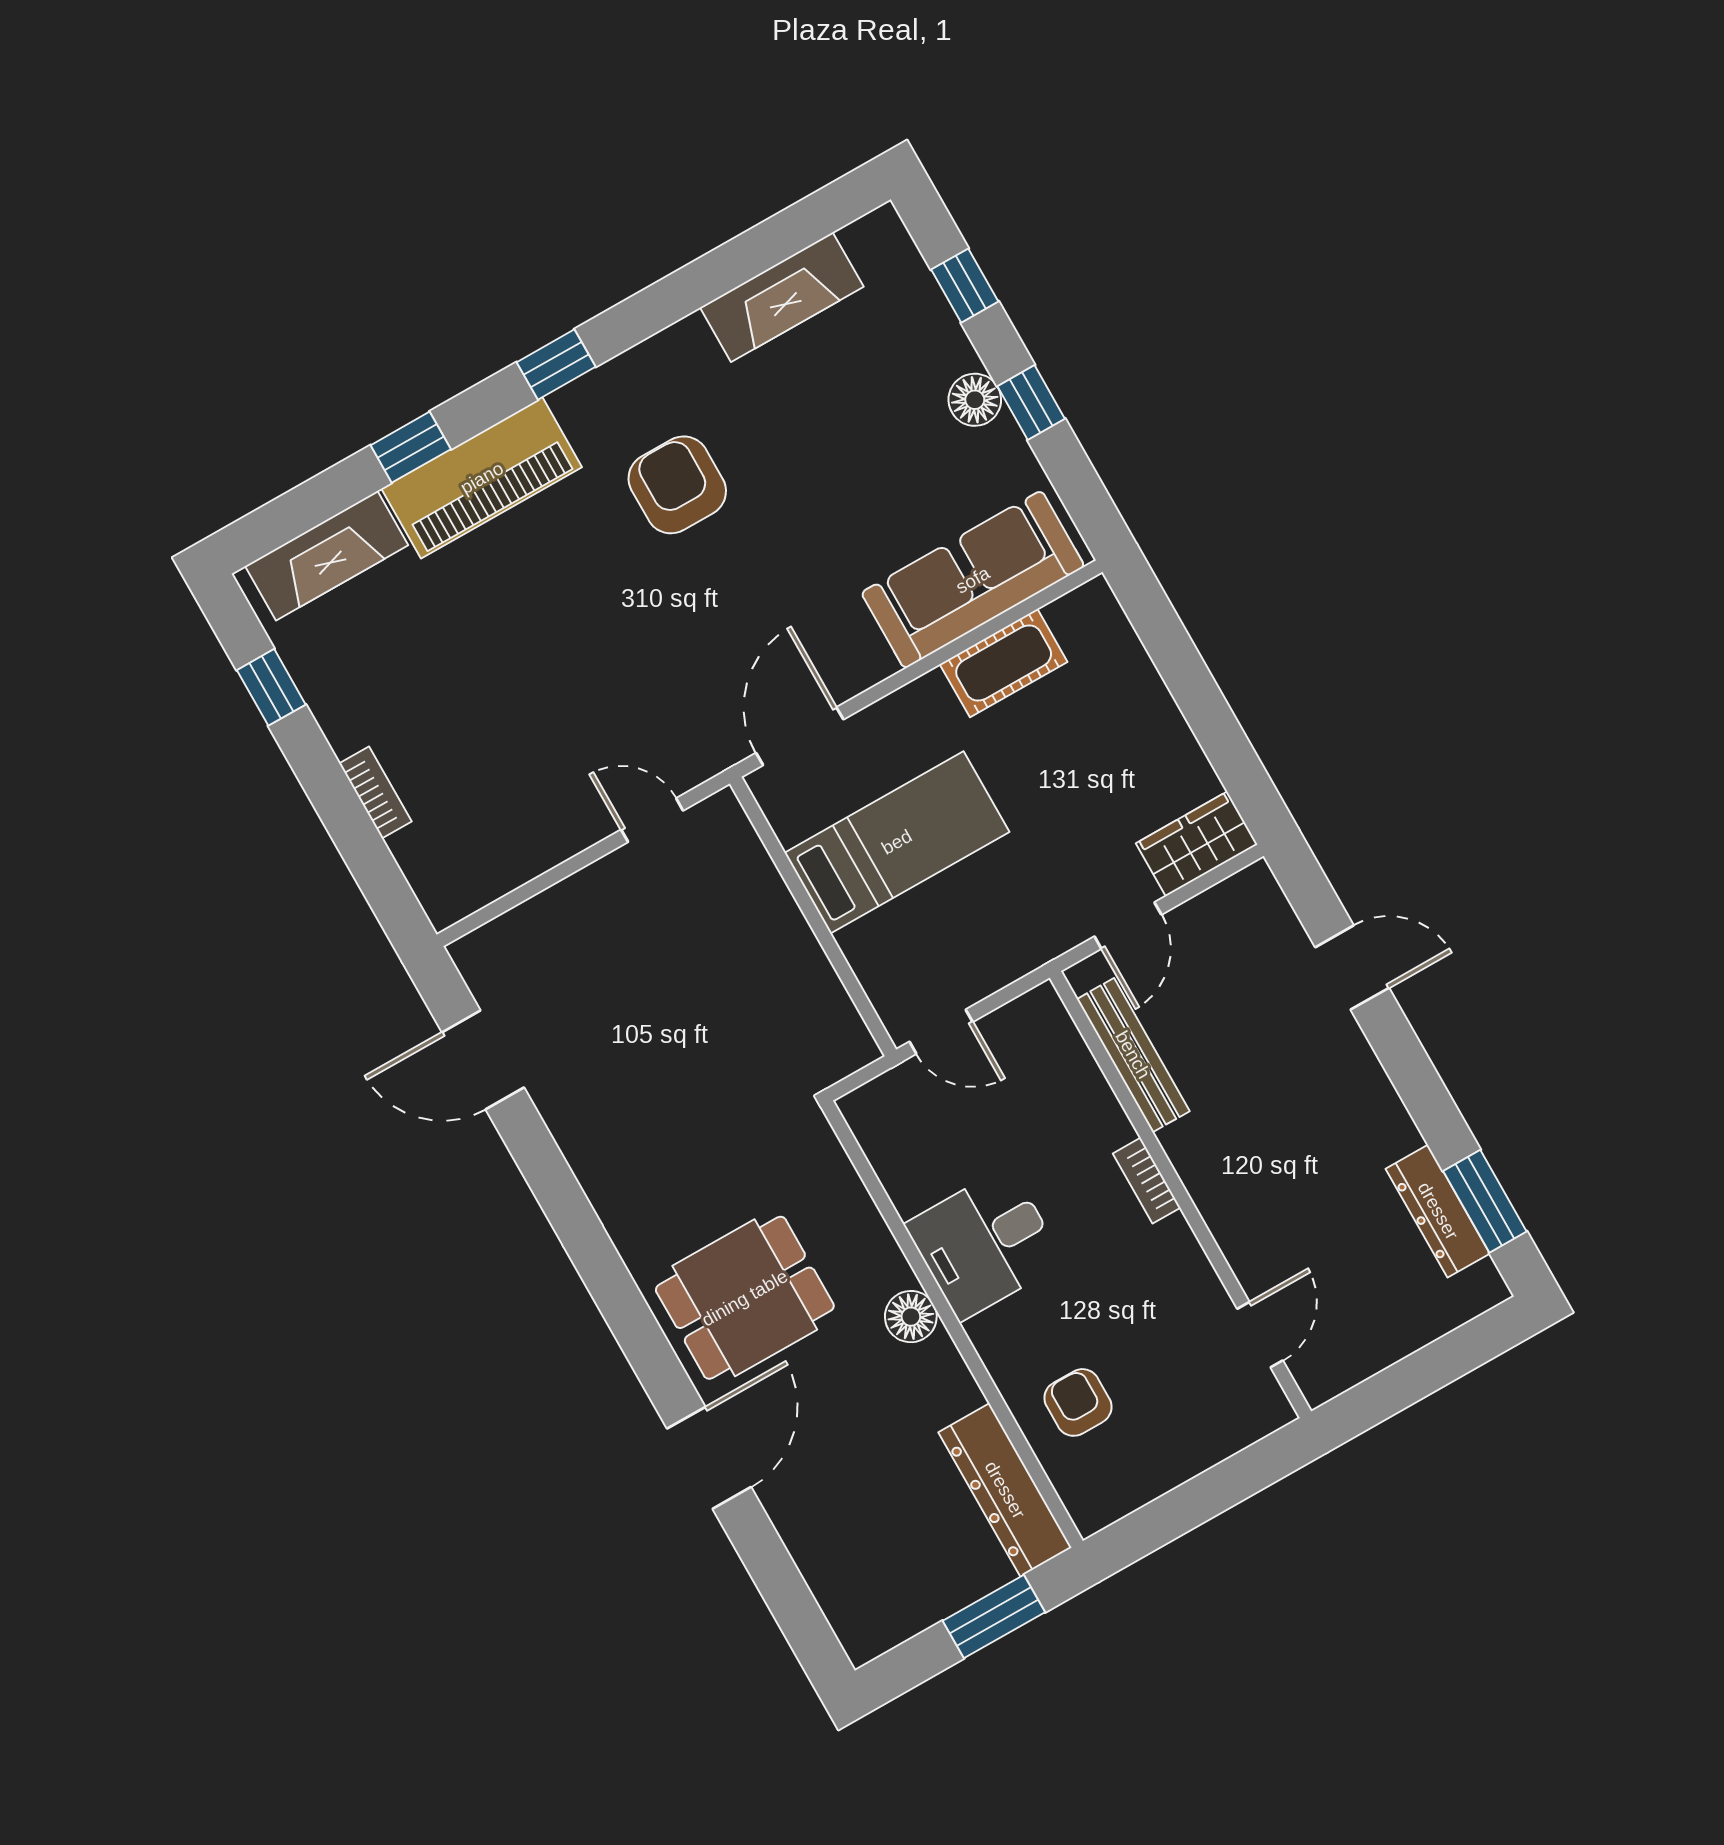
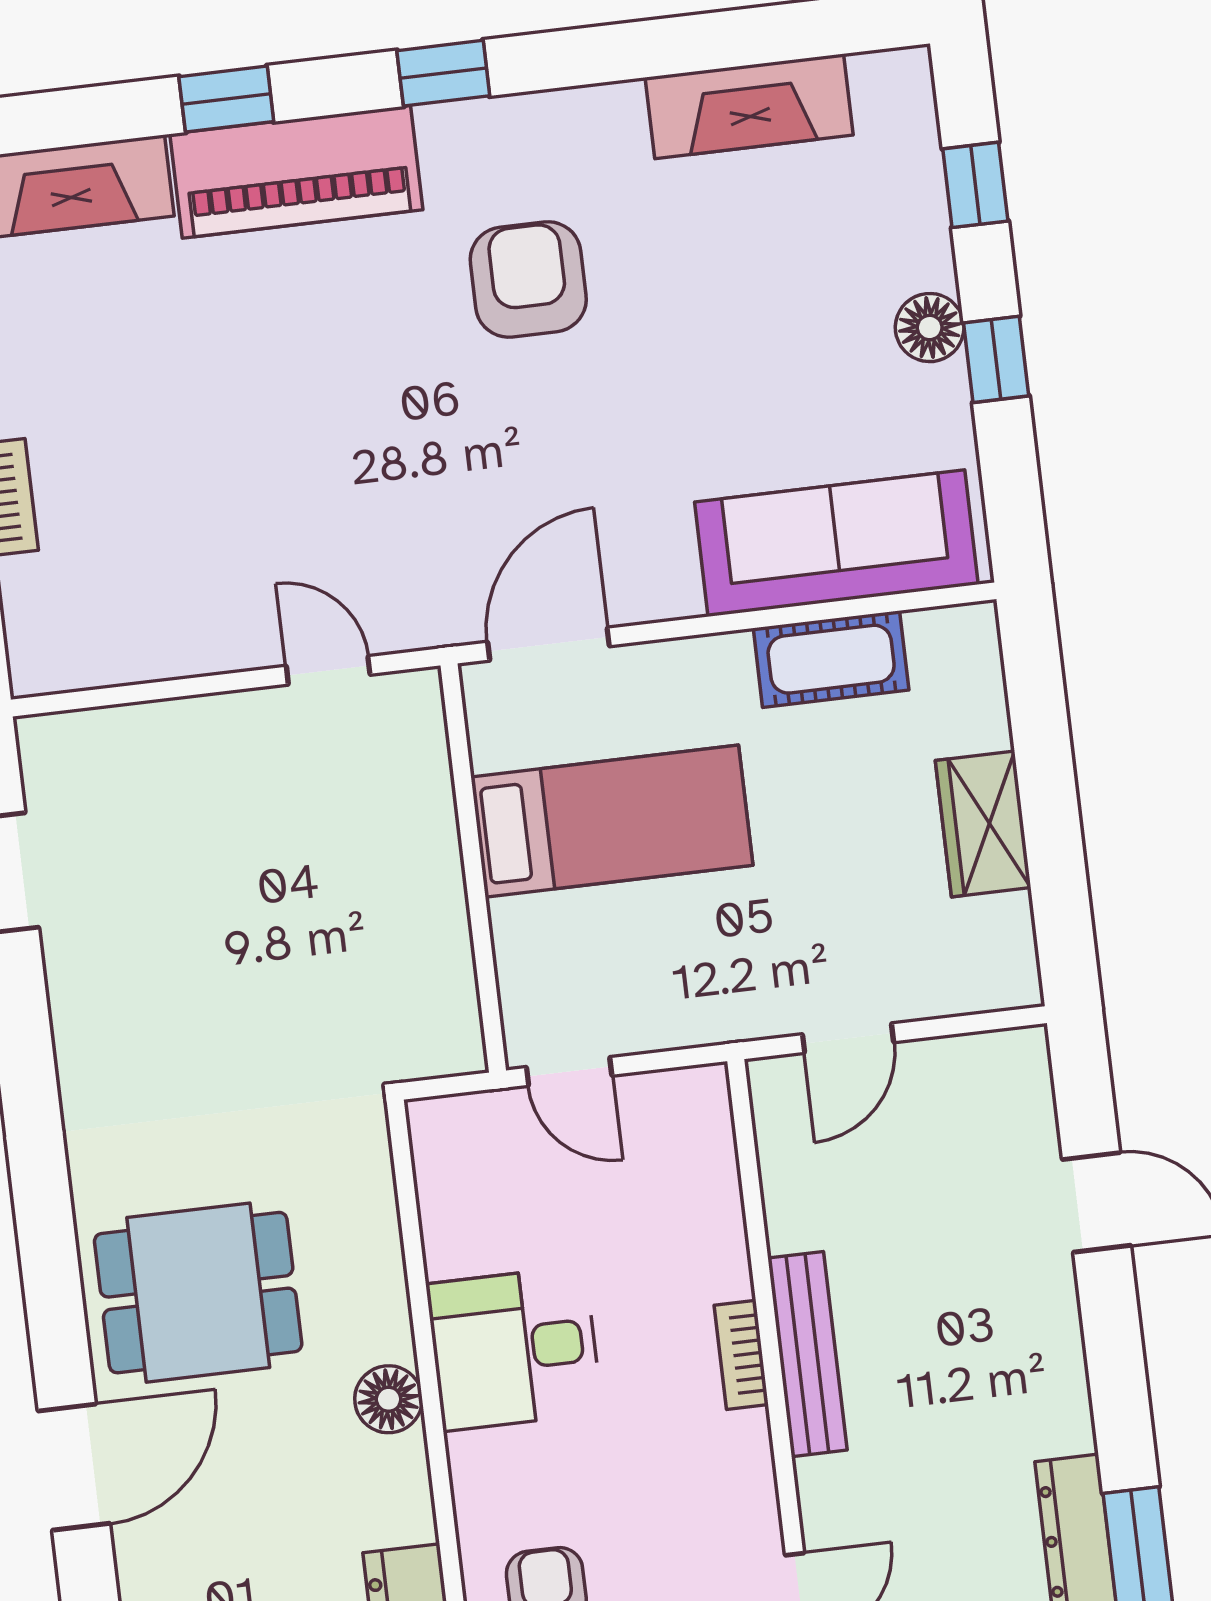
wardrobe: (1197, 844) -> (983, 824), moved, turned -90
bench: (1133, 1055) -> (807, 1354), moved

